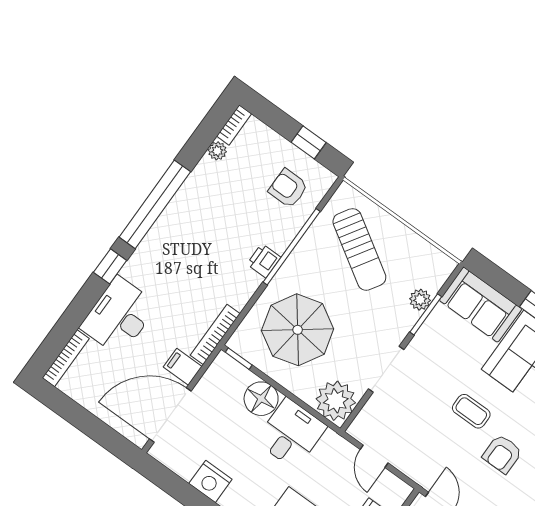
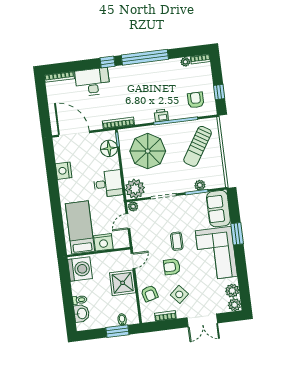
filing cabinet: (183, 367) -> (96, 122), removed
floor lamp: (261, 399) -> (109, 148), moved
plant: (359, 428) -> (133, 206), added

